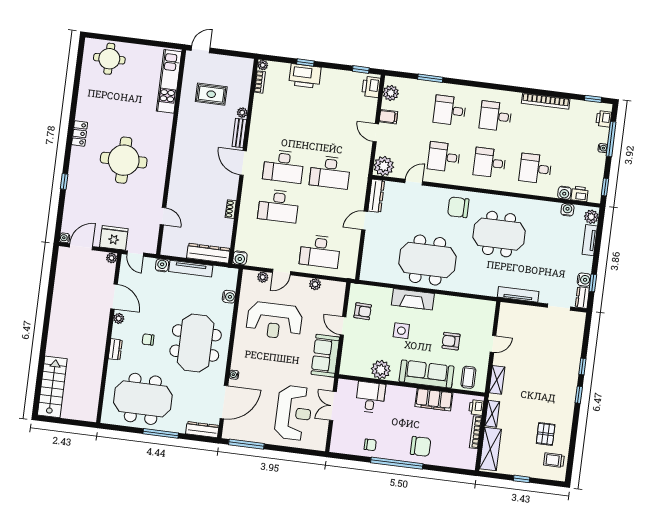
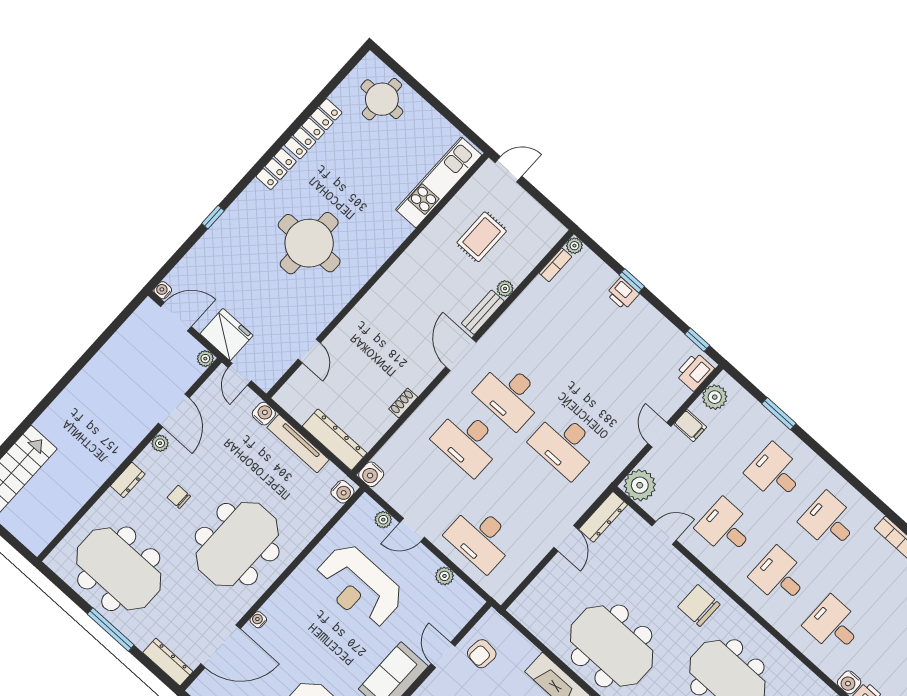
printer: (305, 76) -> (623, 294), width x0.53, depth x0.68
rug: (211, 94) -> (482, 237), turned 90
locker: (84, 99) -> (313, 129), added
door: (365, 221) -> (566, 538), swing flipped
water cooler: (229, 297) -> (342, 492), moved
armchair: (363, 311) -> (482, 654), turned 94

